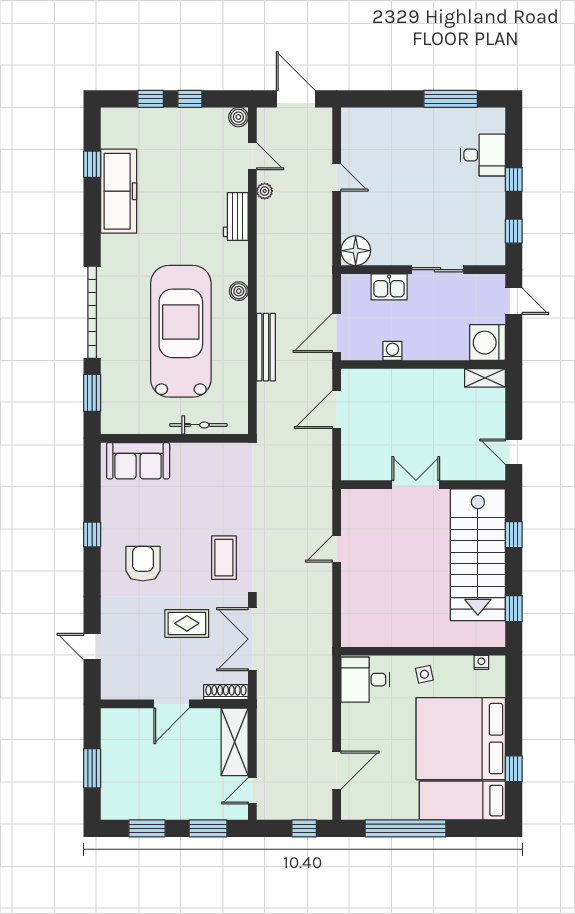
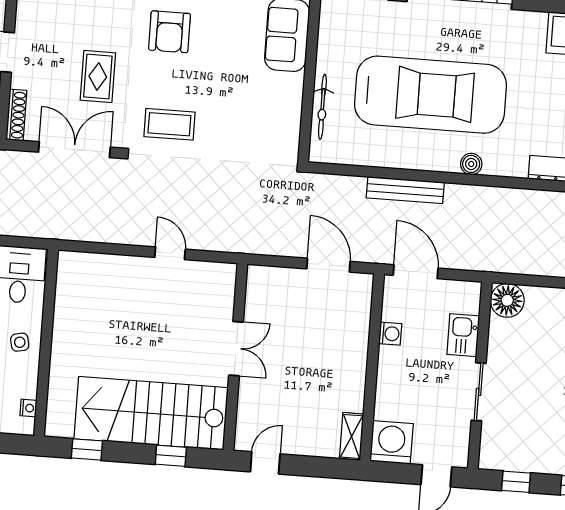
armchair: (143, 564) -> (169, 32), turned 90

